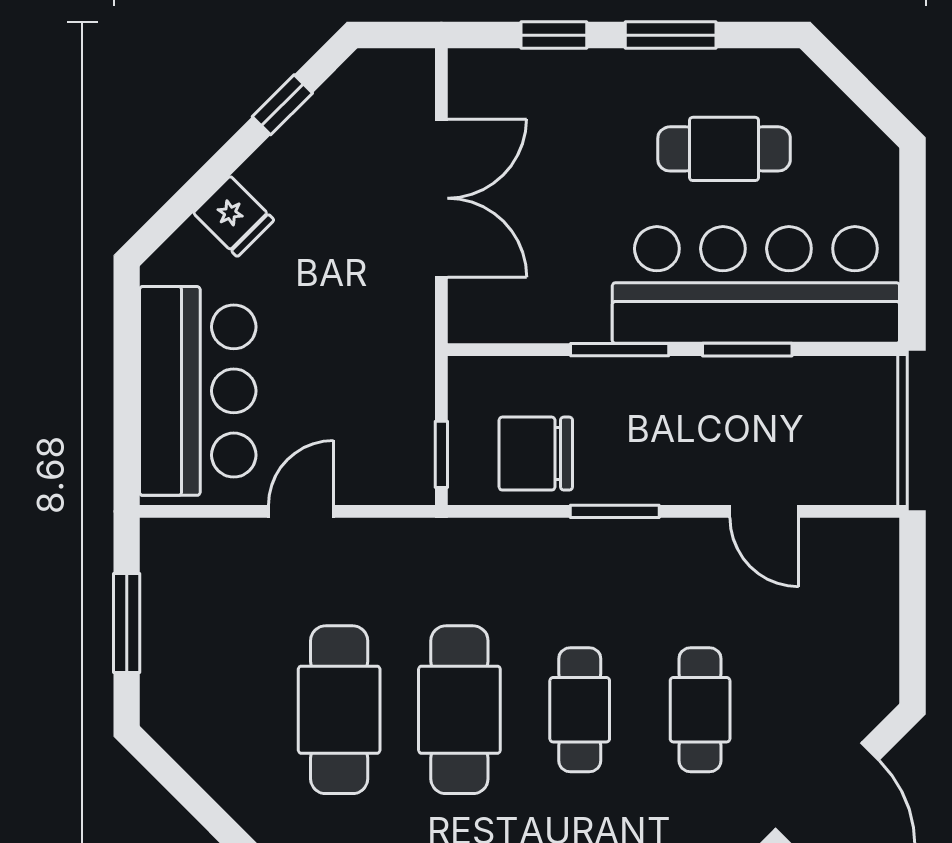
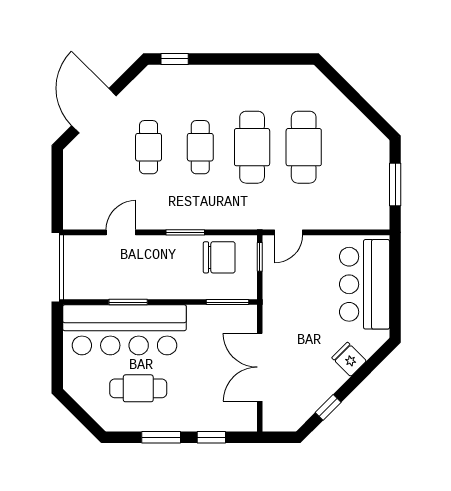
window: (620, 350) -> (228, 302), moved
door: (301, 511) -> (288, 232), moved
door: (764, 511) -> (121, 232), hinge flipped

